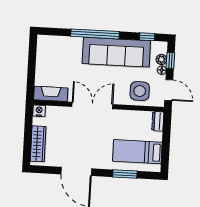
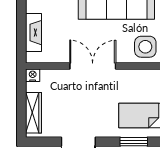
fireplace: (51, 94) -> (34, 33), moved, turned 90

